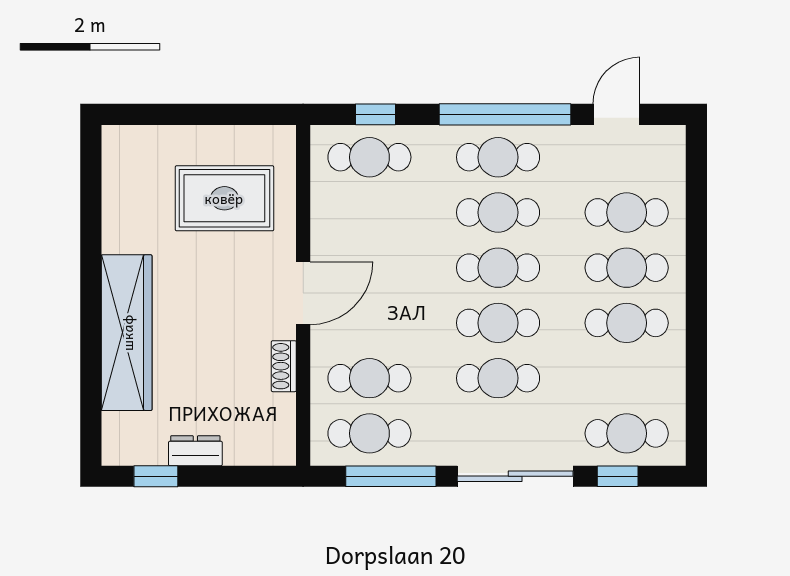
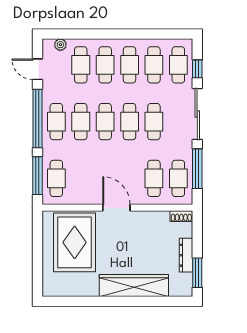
window: (376, 114) -> (37, 176), width x2.17
plant: (672, 166) -> (60, 45), added
rug: (224, 198) -> (75, 242), width x1.37, depth x1.44
shoe rack: (284, 366) -> (181, 216), moved
cafe table: (627, 378) -> (154, 65), added
dresser: (195, 451) -> (186, 255), width x1.44
window: (156, 476) -> (197, 273), width x1.50

